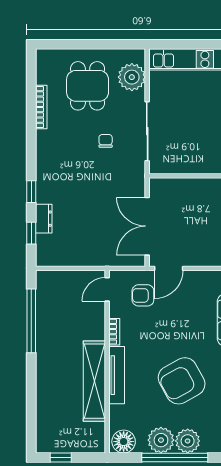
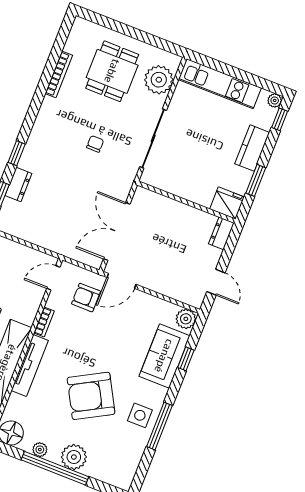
chair: (106, 141) -> (95, 144), moved
plant: (161, 440) -> (40, 450), width x0.53, depth x0.53

